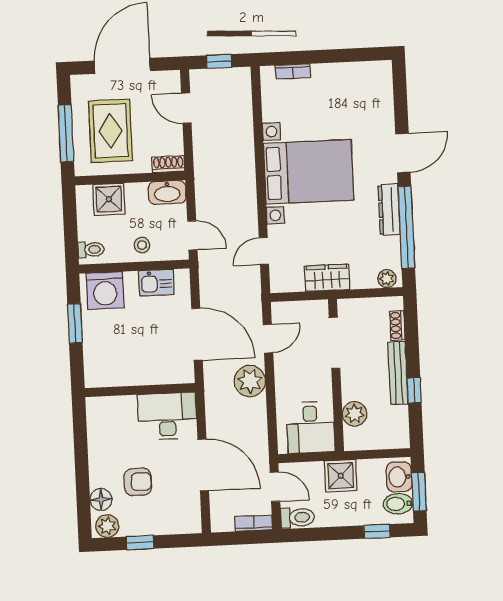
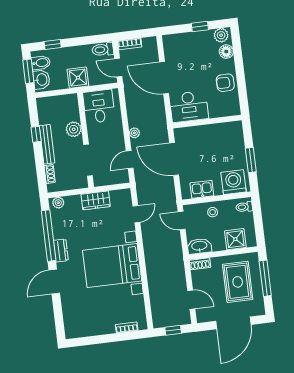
dresser: (389, 210) -> (61, 251), width x0.70
plant: (250, 381) -> (134, 133), width x0.53, depth x0.53
plant: (355, 414) -> (74, 129), moved
armchair: (138, 482) -> (225, 83), moved

